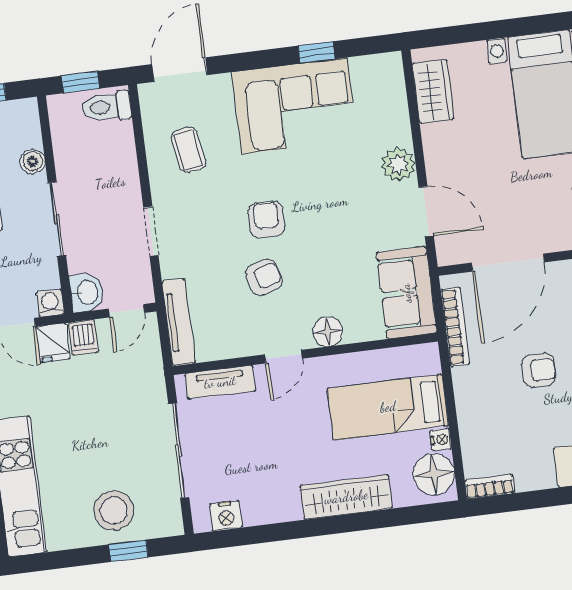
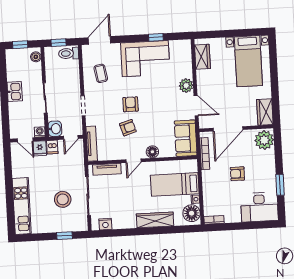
boiler: (33, 161) -> (36, 57), moved
armchair: (539, 370) -> (237, 174), turned 180
stool: (114, 511) -> (63, 199), moved

